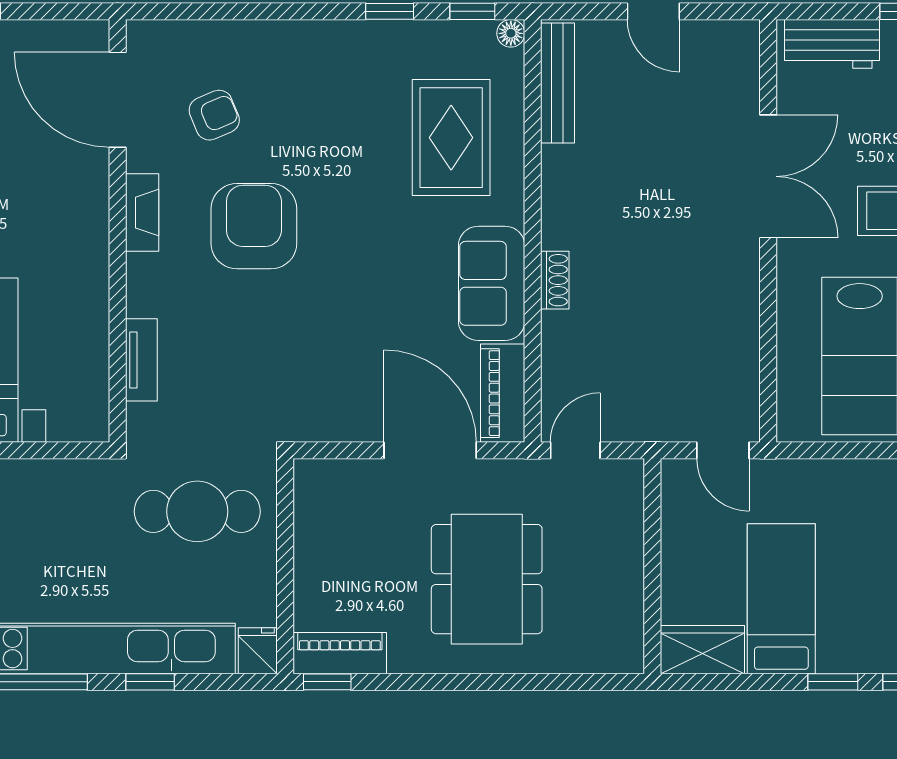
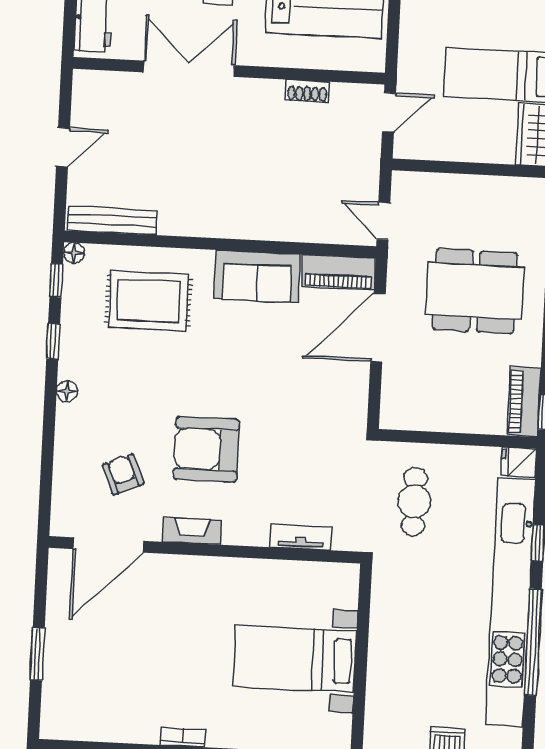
floor lamp: (323, 33) -> (67, 391), added
shoe rack: (555, 280) -> (307, 91), moved, turned 180
cafe table: (197, 511) -> (414, 502), width x0.73, depth x0.74

